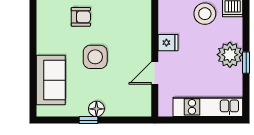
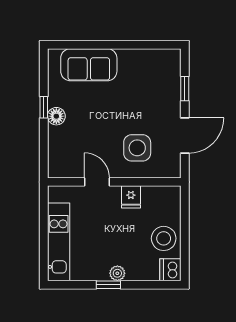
armchair: (81, 17) -> (160, 99), removed
plant: (230, 55) -> (117, 273), width x0.53, depth x0.53
side table: (95, 57) -> (137, 148), moved

